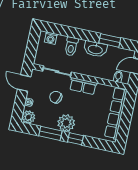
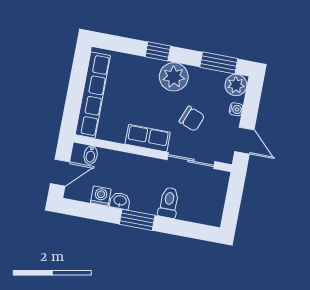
washing machine: (51, 38) -> (101, 196), moved
window: (110, 40) -> (137, 220), moved
washbasin: (95, 49) -> (120, 201), width x0.52, depth x0.69
window: (50, 133) -> (219, 63), moved

